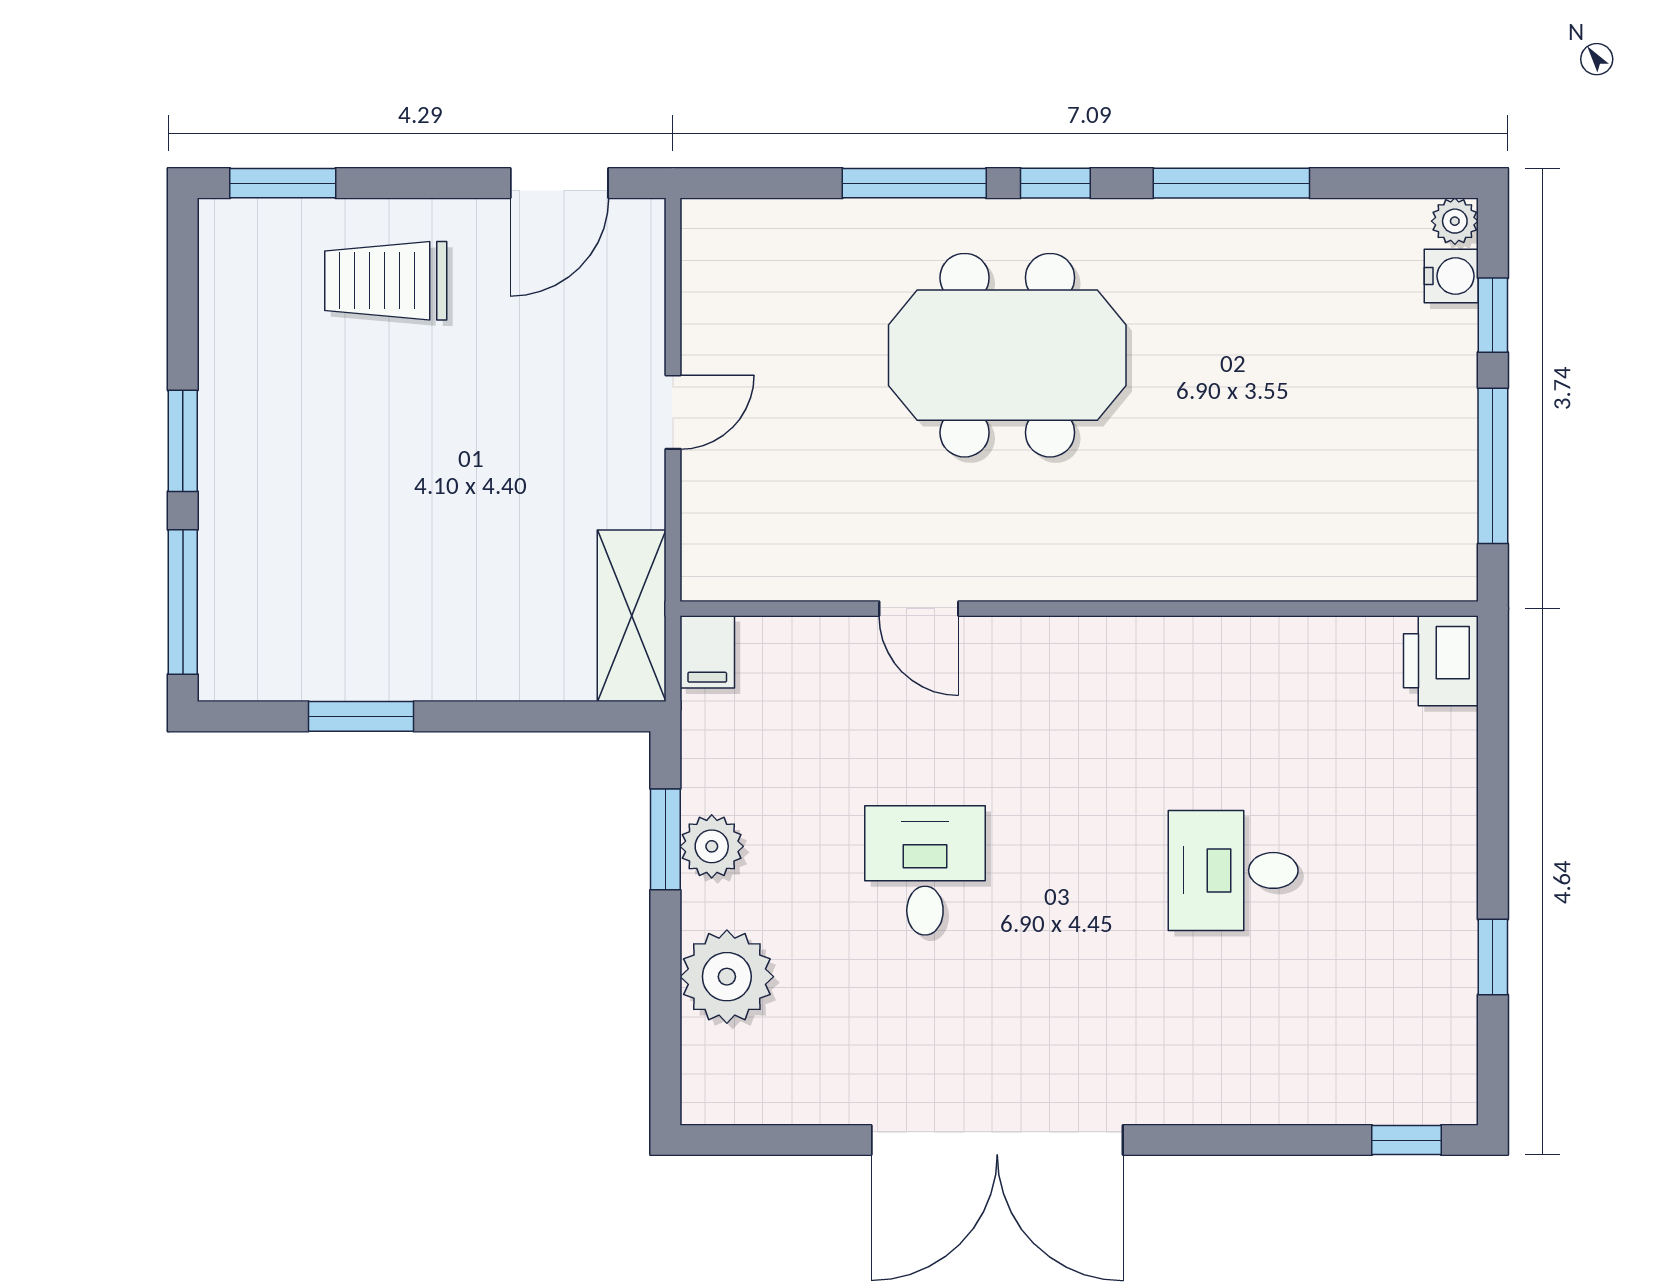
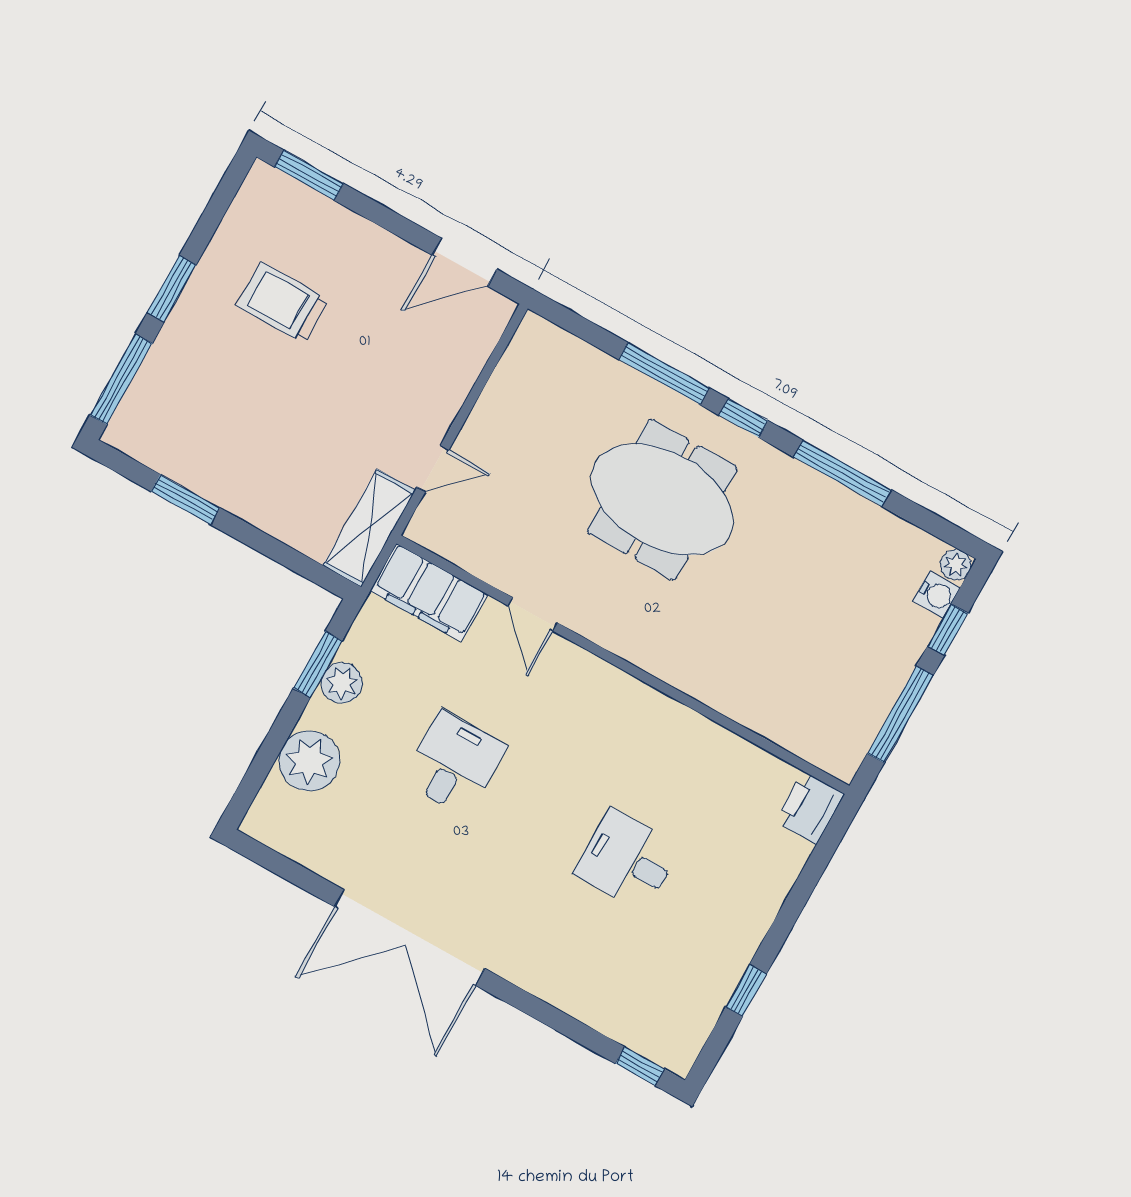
trolley: (386, 281) -> (283, 303), moved
door: (673, 412) -> (433, 469), moved
filing cabinet: (707, 652) -> (429, 593), width x3.00, depth x1.17

